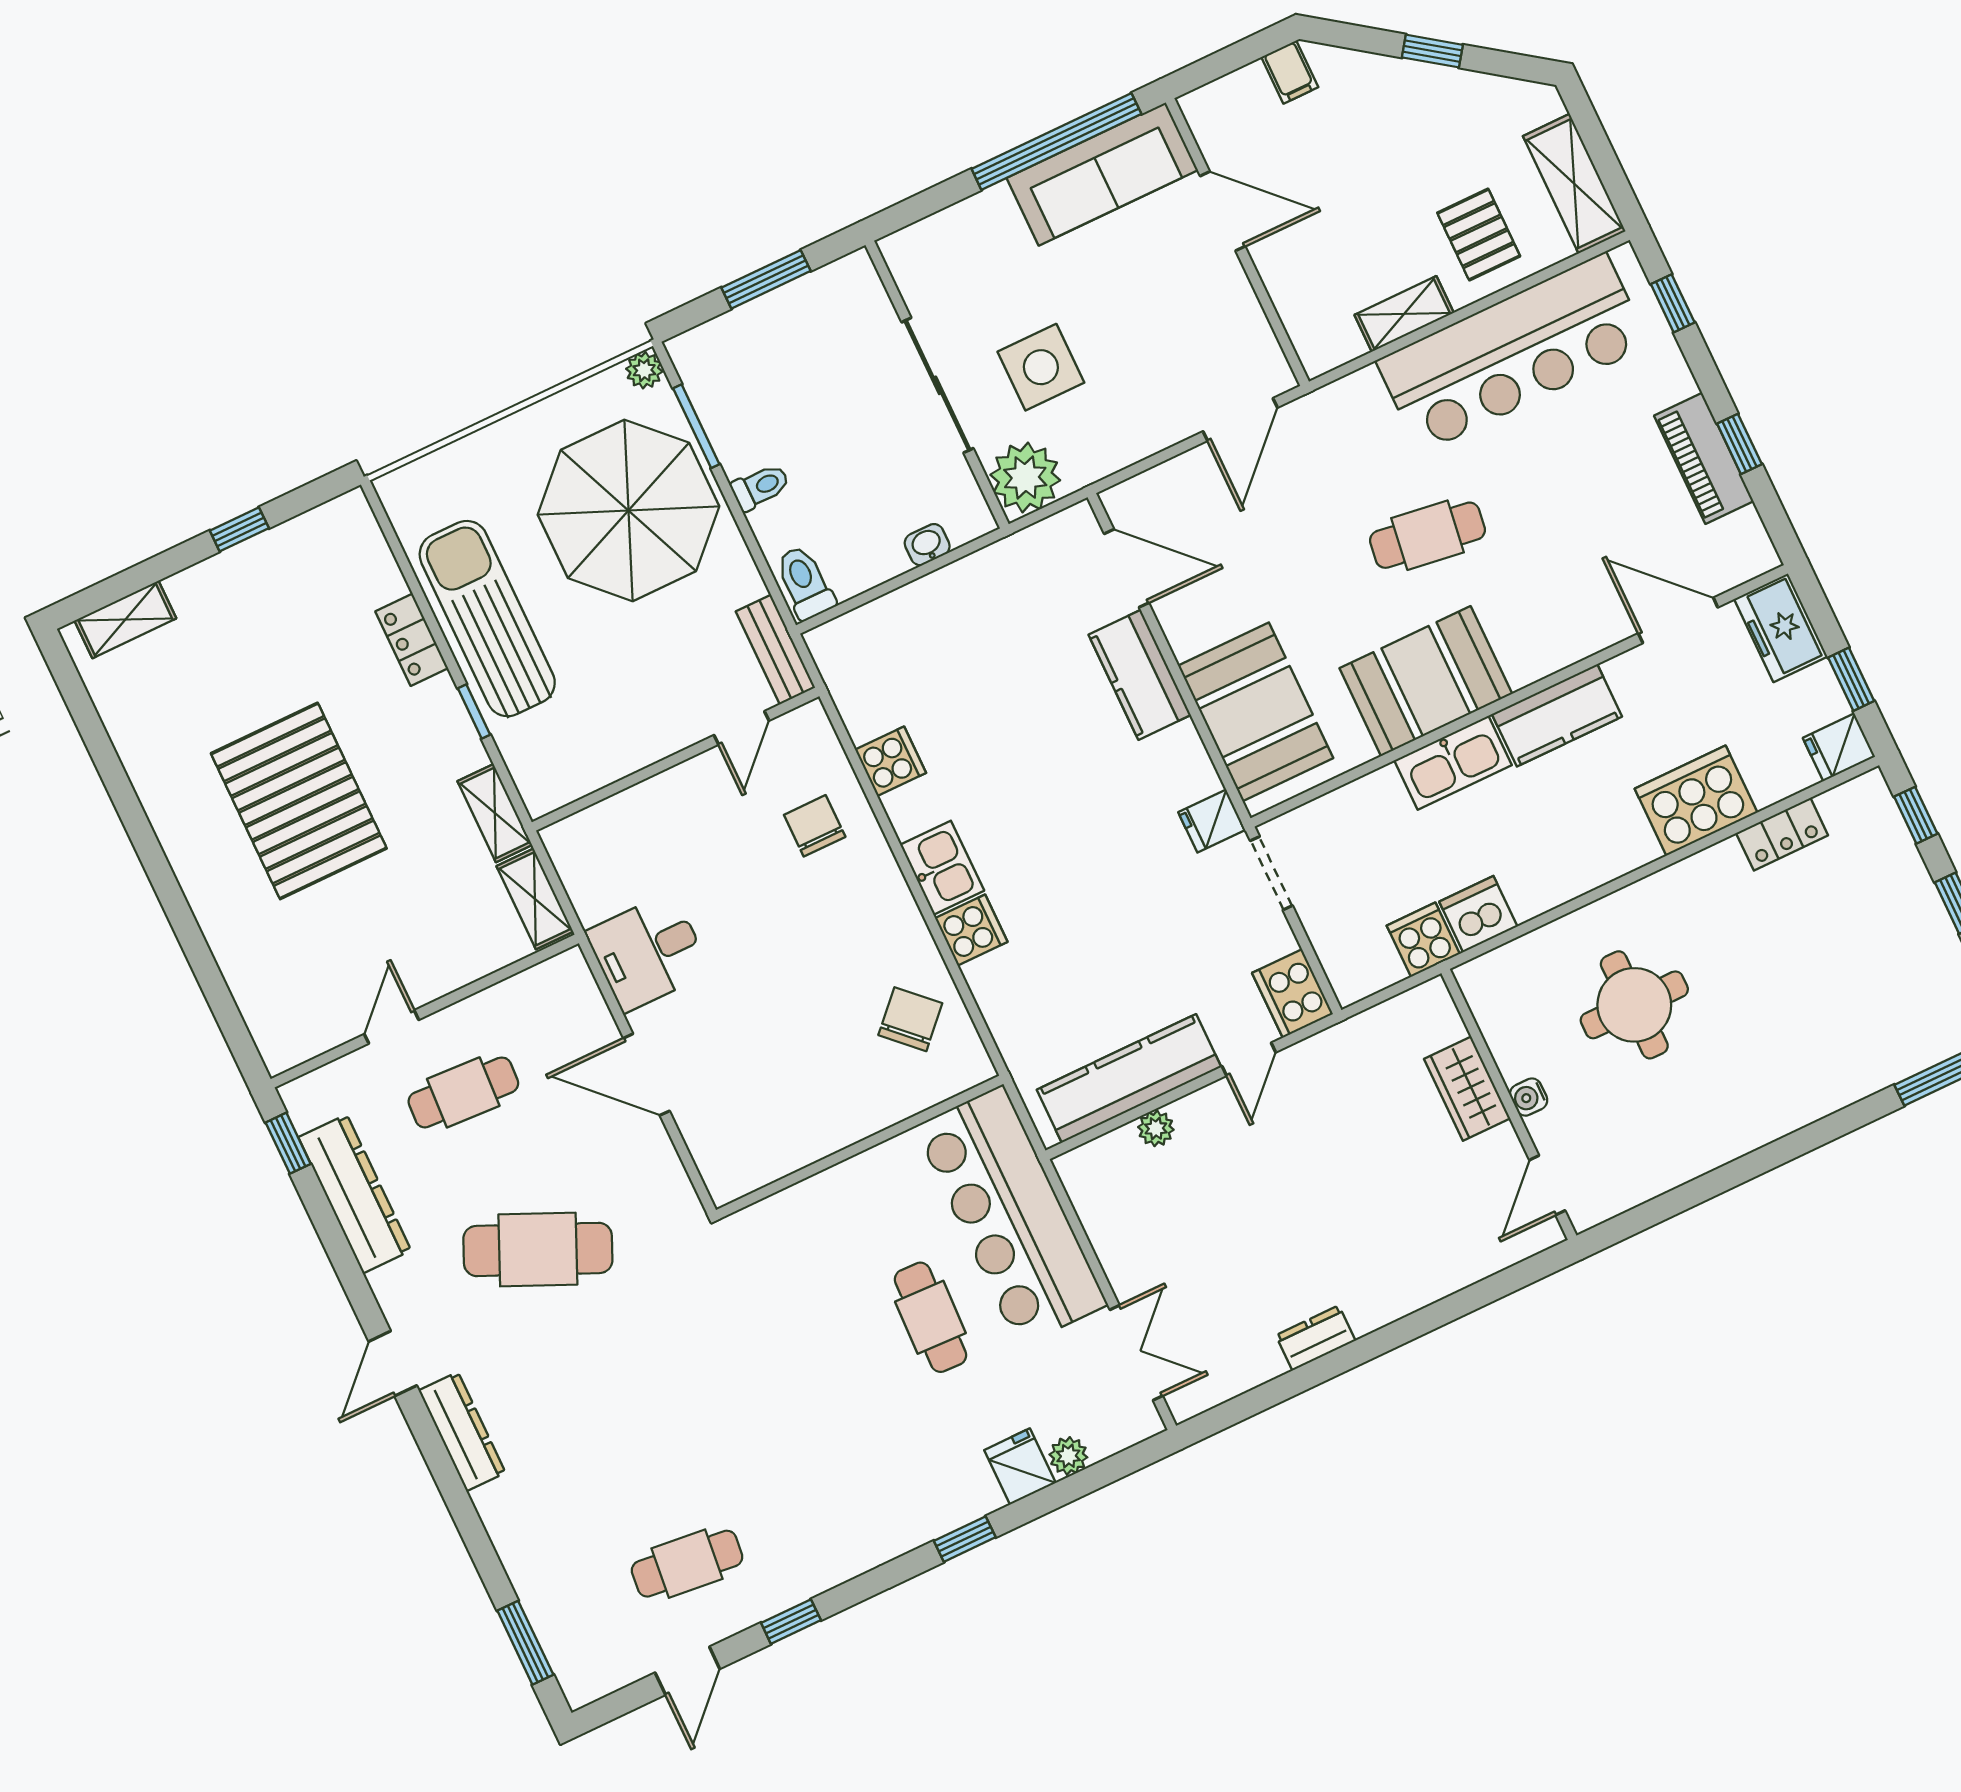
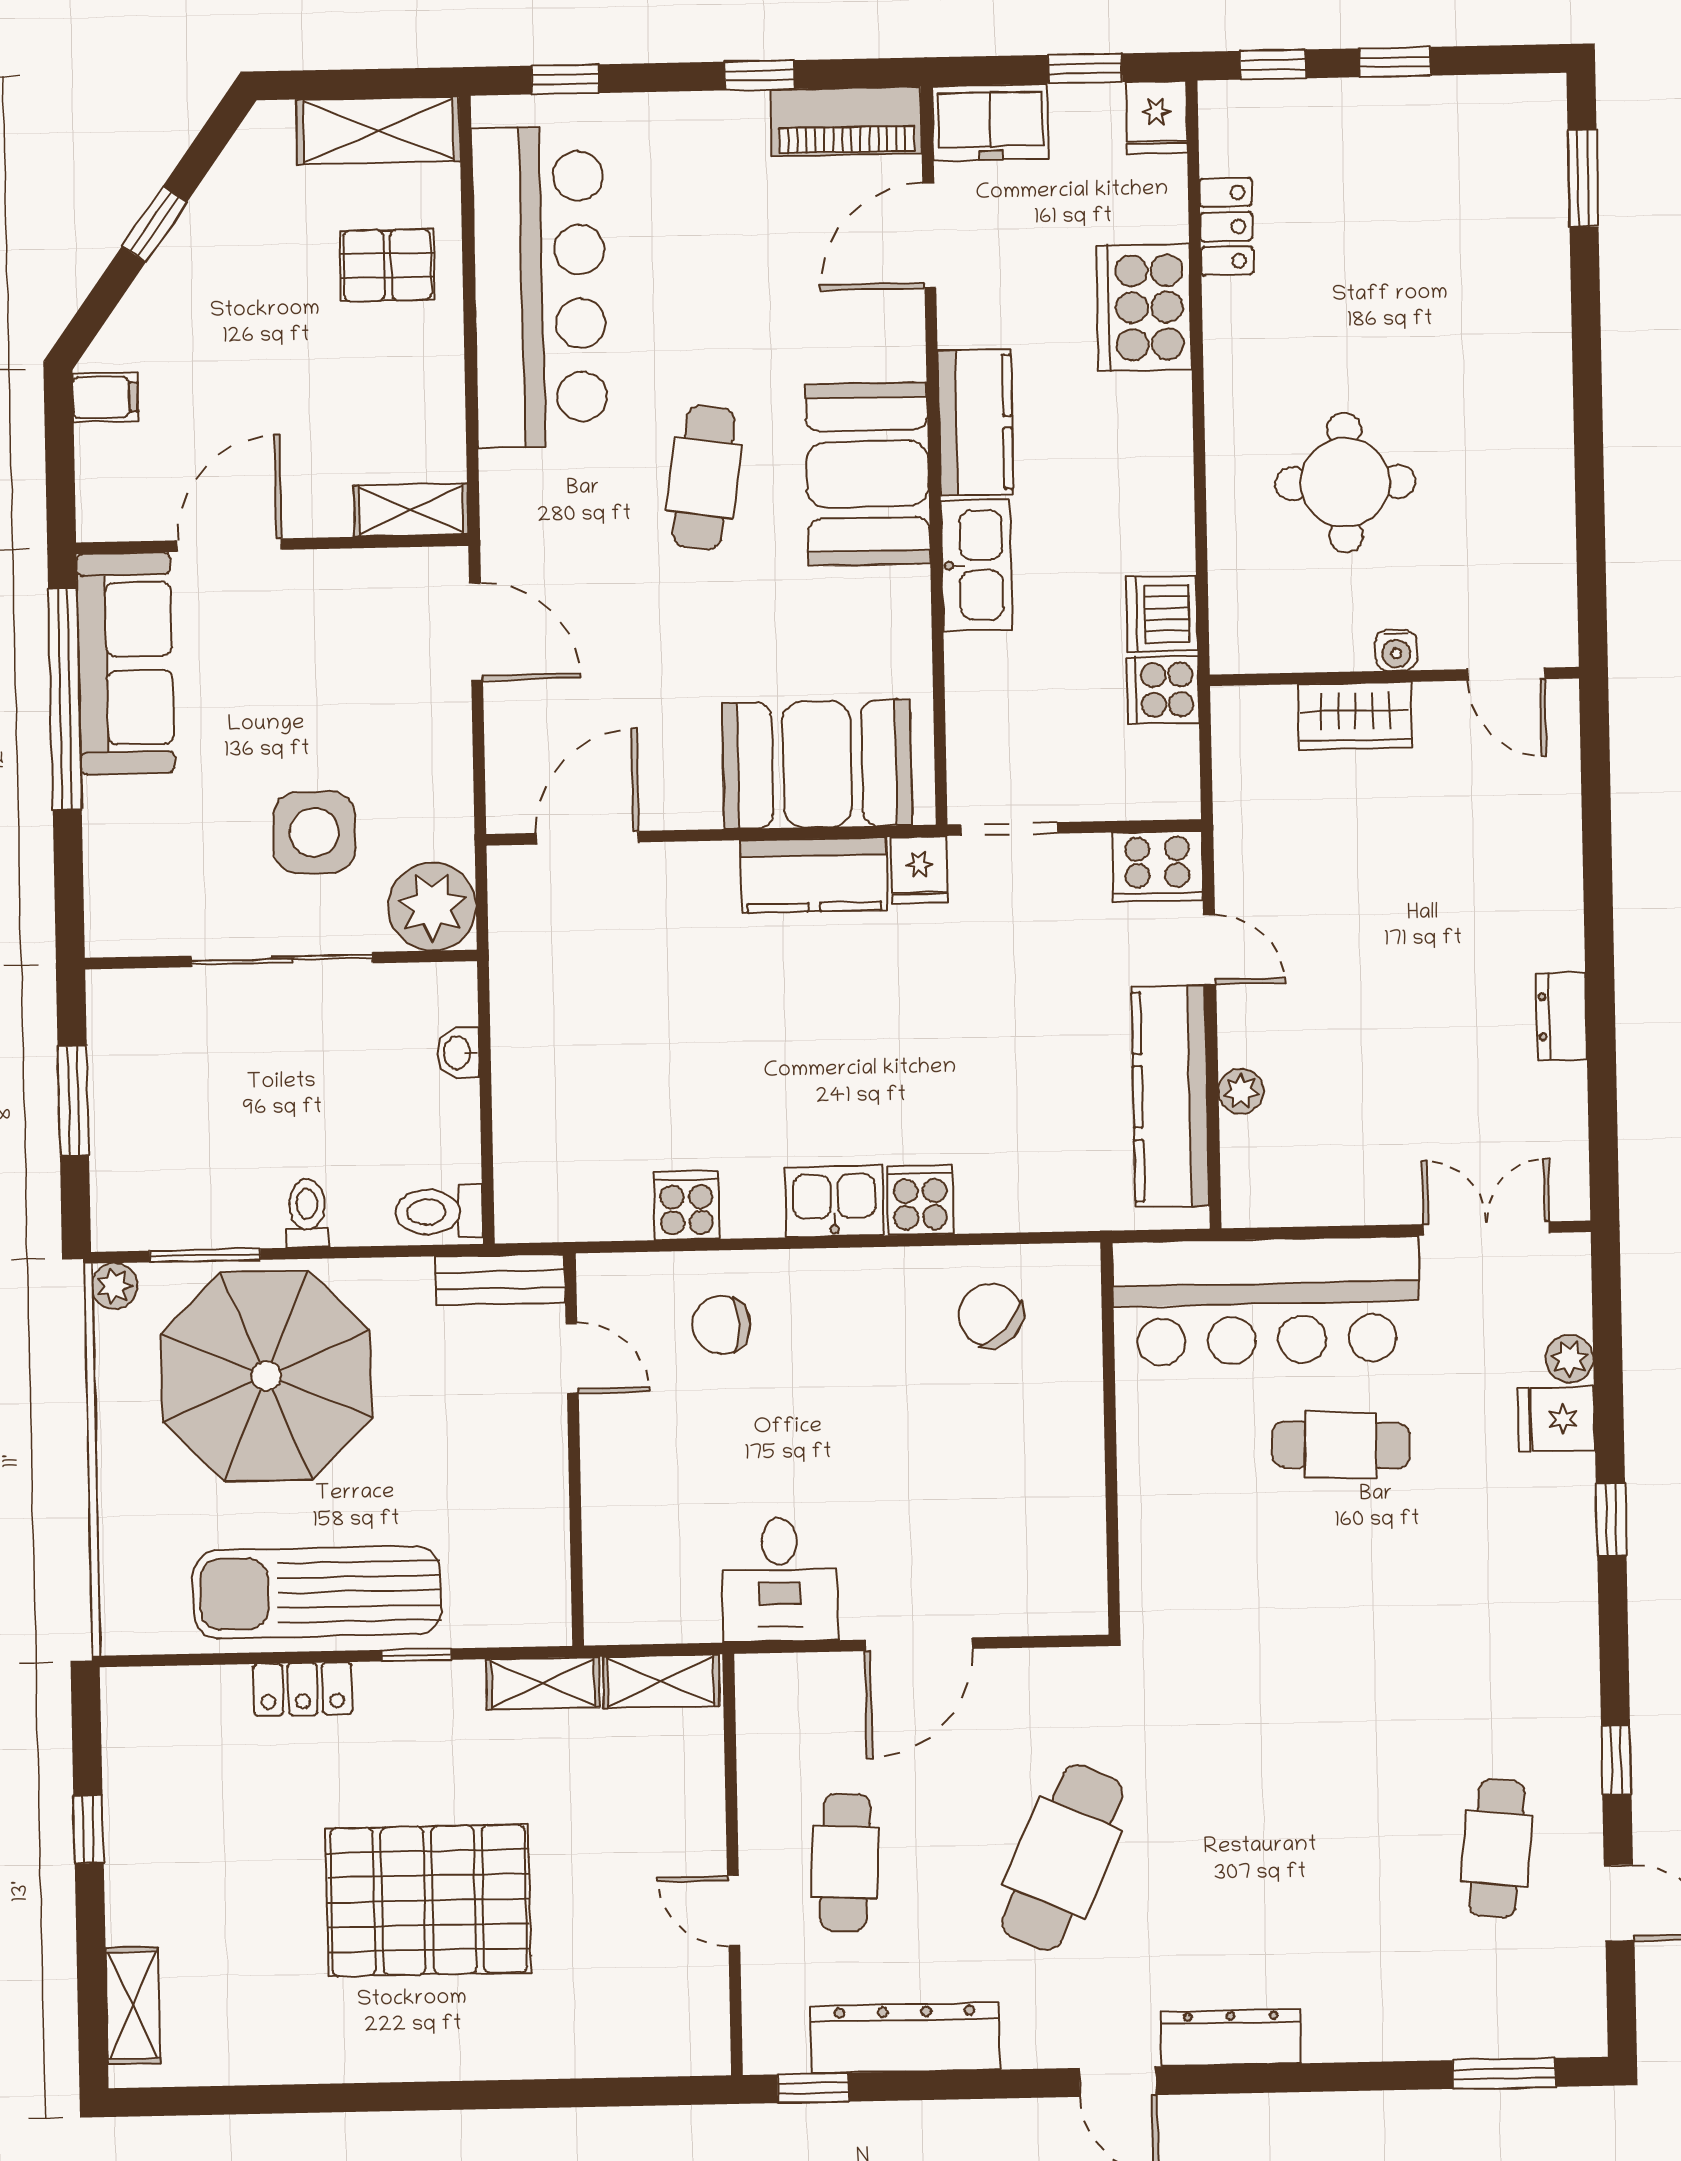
shelving: (1404, 314) -> (411, 510), moved, turned 90
piano: (1704, 458) -> (846, 121), moved
kitchen counter: (1140, 675) -> (814, 875), moved
booth: (1426, 681) -> (868, 474), moved

